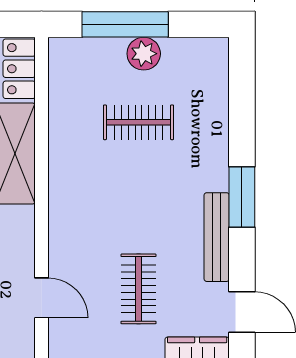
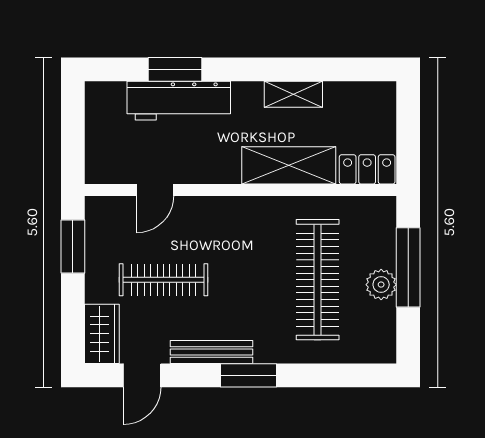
clothes rail: (139, 122) -> (318, 280), width x1.86, depth x1.31
clothes rail: (139, 289) -> (164, 280), width x1.36

